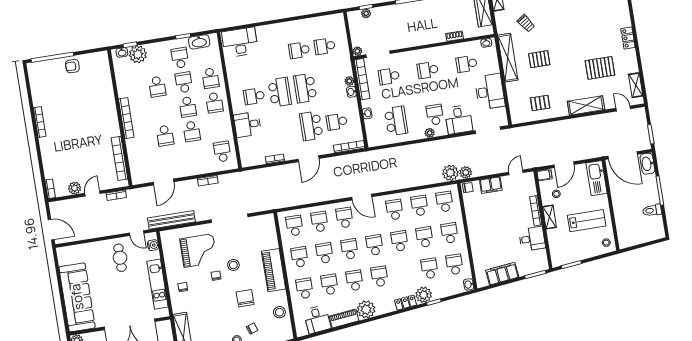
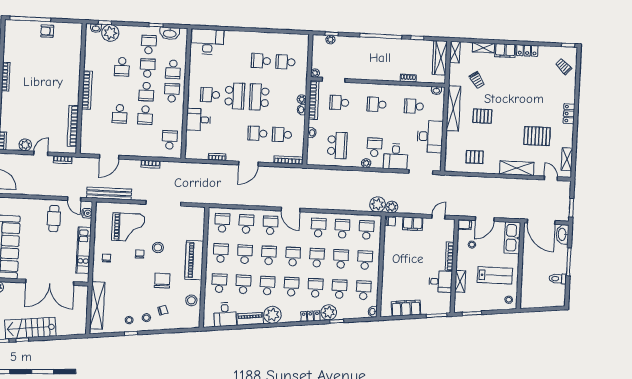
school desk: (214, 103) -> (172, 93), turned 180
school desk: (311, 126) -> (257, 133), width x0.54
shelving: (549, 217) -> (460, 281), moved
school desk: (405, 272) -> (315, 288), added

